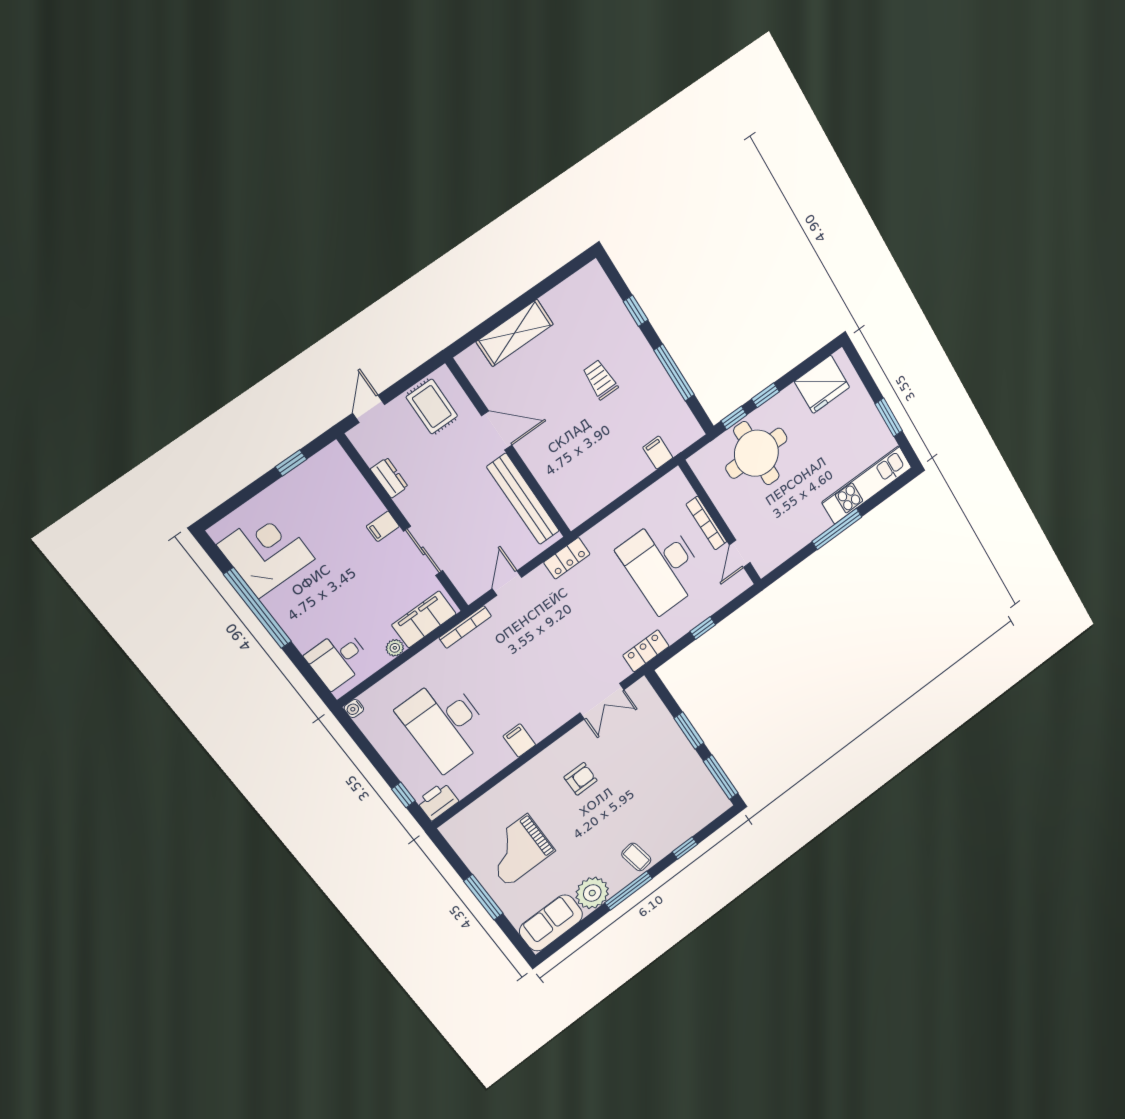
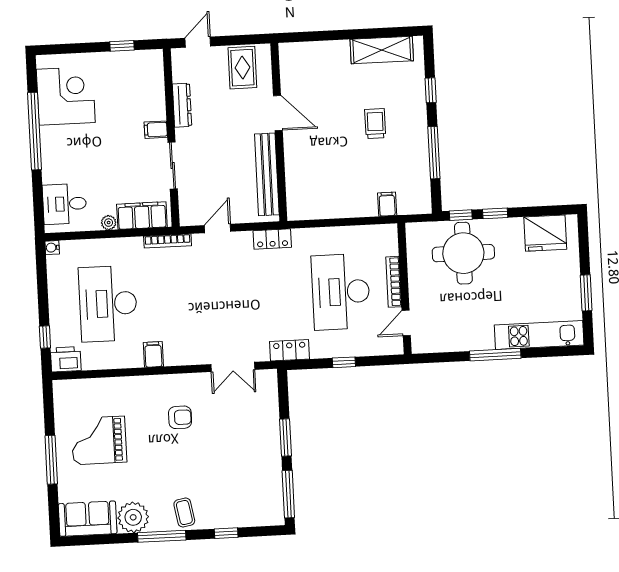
shelving: (515, 333) -> (382, 50), moved
dresser: (389, 478) -> (182, 105), width x1.44

